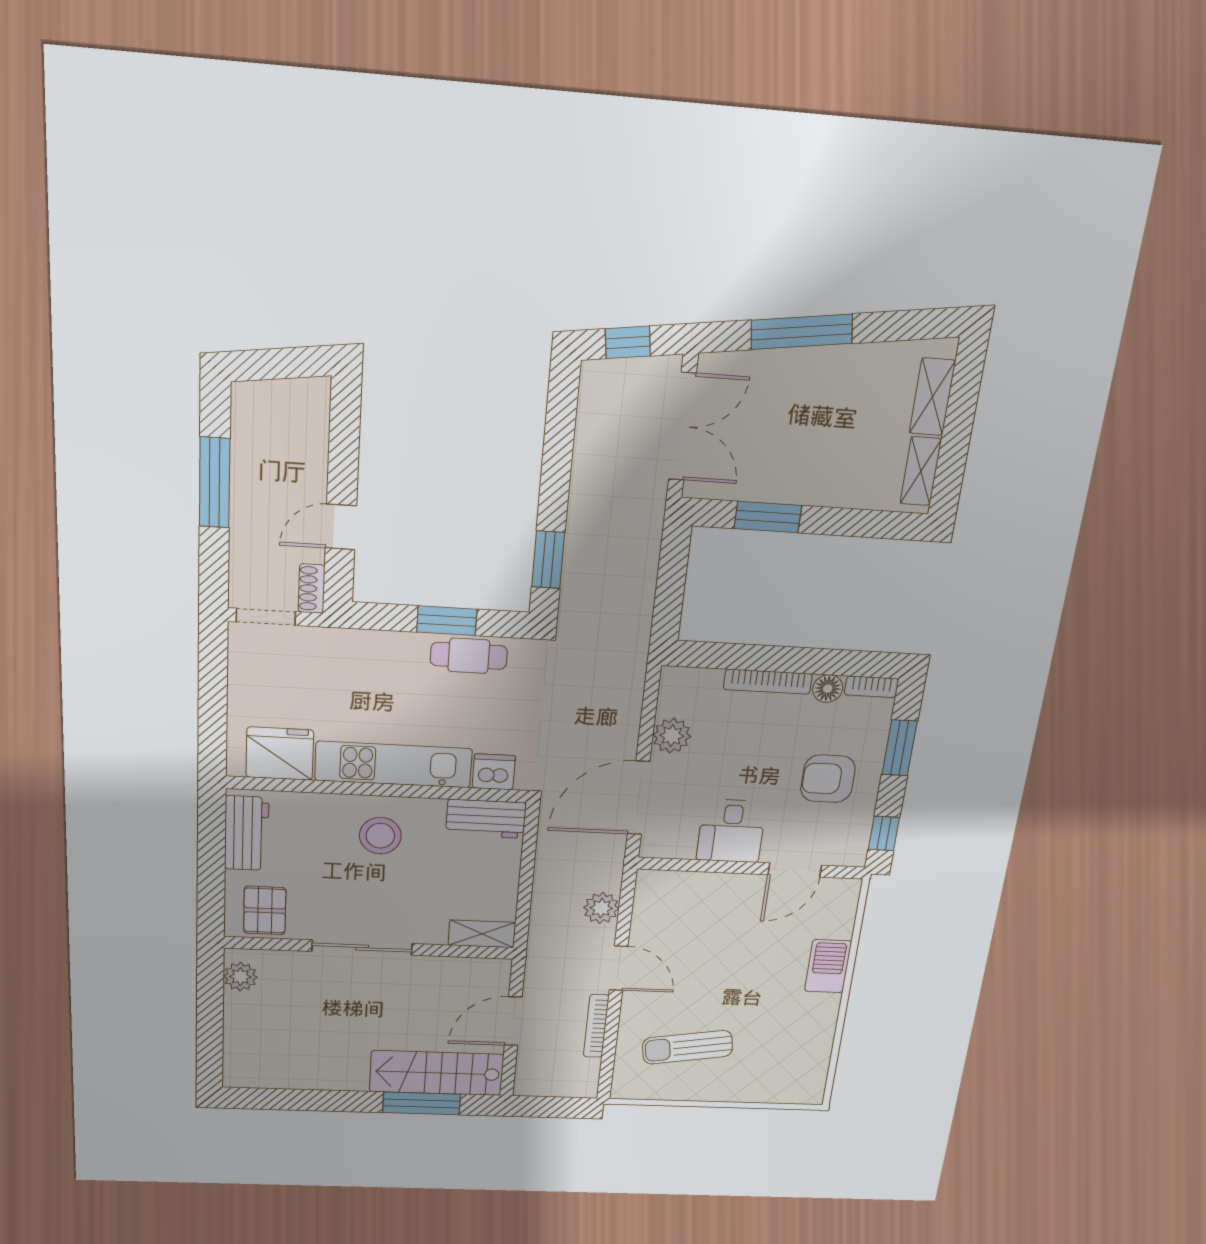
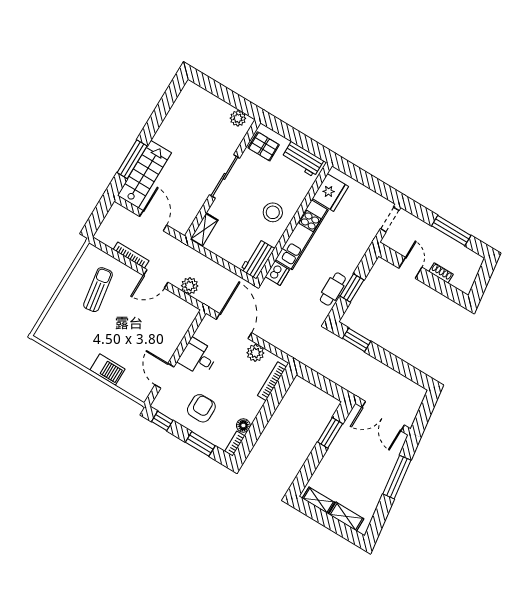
window: (628, 342) -> (426, 411), removed
shoe rack: (312, 589) -> (441, 273), moved
bookcase: (768, 682) -> (272, 381), moved

